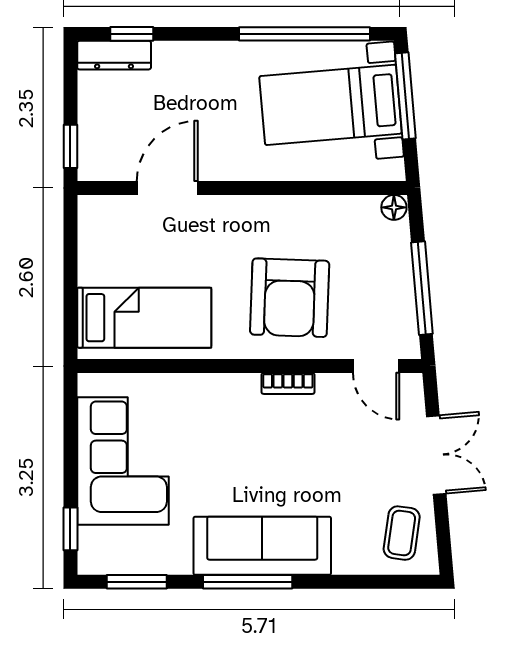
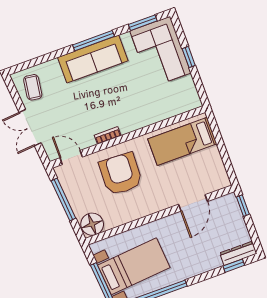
floor lamp: (394, 207) -> (92, 224), width x1.89, depth x1.89
corner sofa: (123, 461) -> (160, 52), moved
window: (70, 529) -> (189, 57), moved

